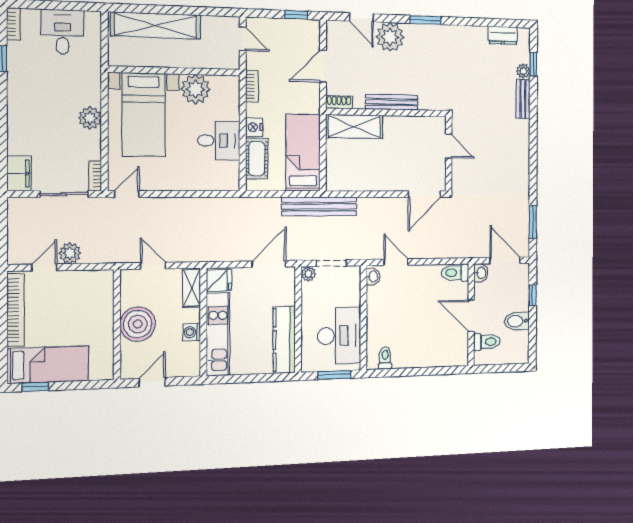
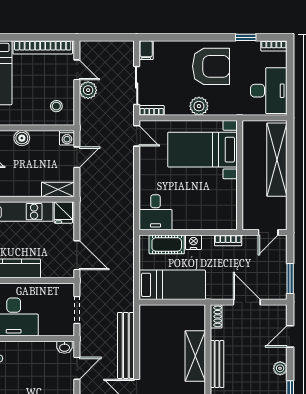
window: (296, 15) -> (290, 279), width x1.50
desk: (63, 32) -> (269, 91), width x1.37
plant: (390, 37) -> (280, 368), width x0.53, depth x0.53
plant: (196, 89) -> (225, 193), removed
armchair: (40, 102) -> (211, 66), added
shelving: (354, 127) -> (195, 356), moved
desk: (219, 141) -> (156, 212), moved
filing cabinet: (19, 173) -> (146, 50), width x0.50
bench: (319, 207) -> (126, 345), moved
plant: (308, 274) -> (68, 290), removed
stool: (90, 292) -> (56, 106), added
boiler: (138, 324) -> (22, 138), width x0.54, depth x0.54
washing machine: (192, 332) -> (67, 138), moved, turned 180

